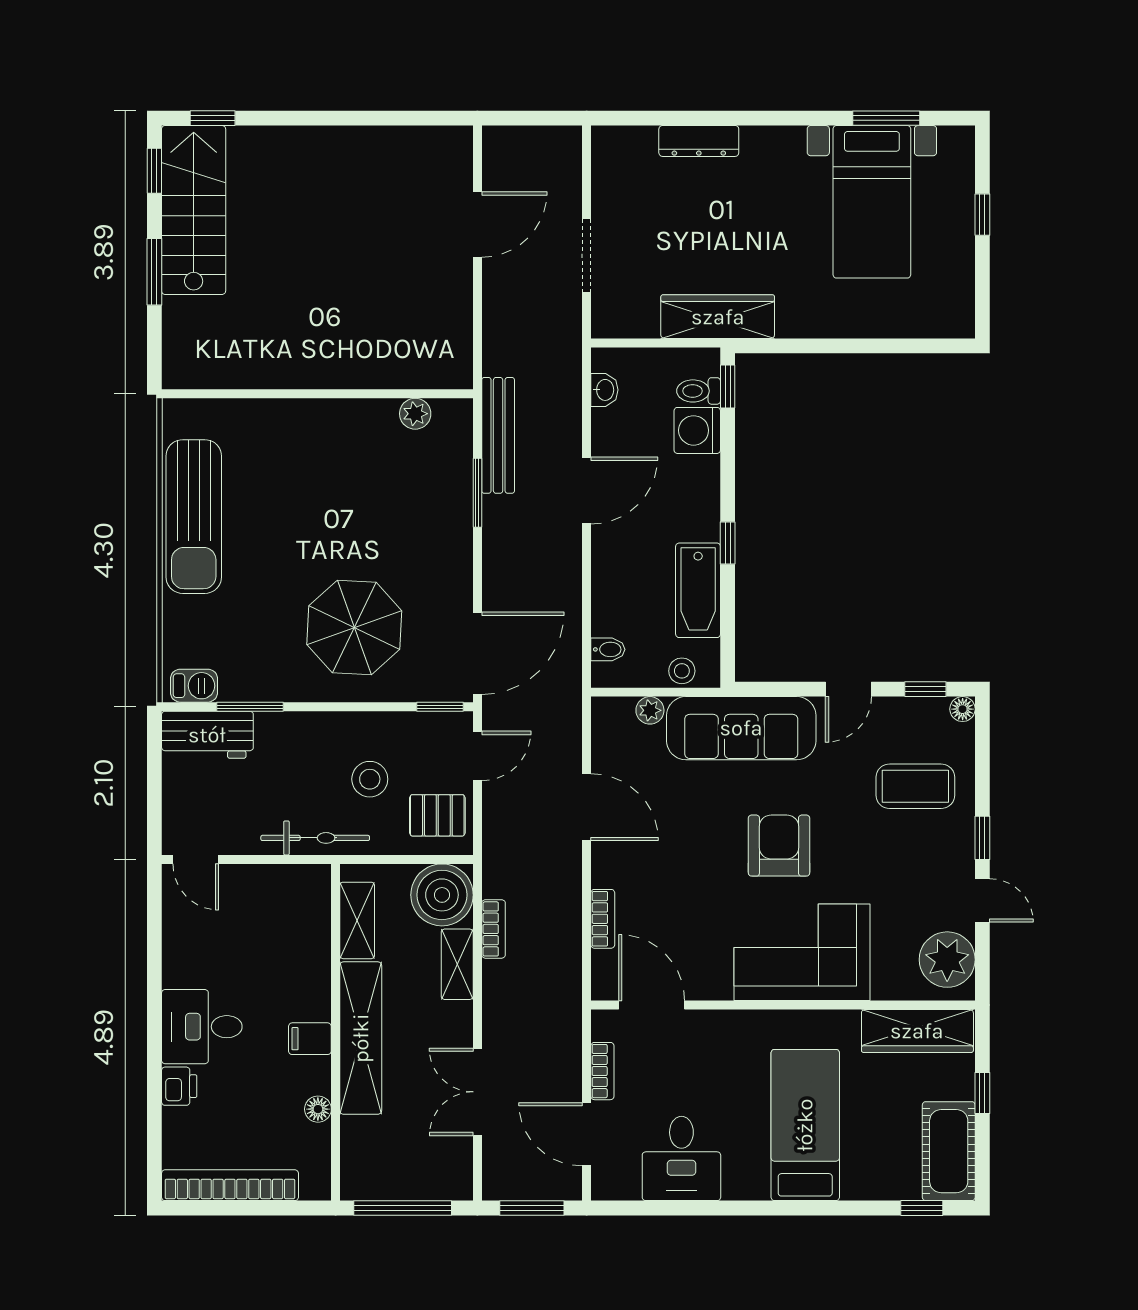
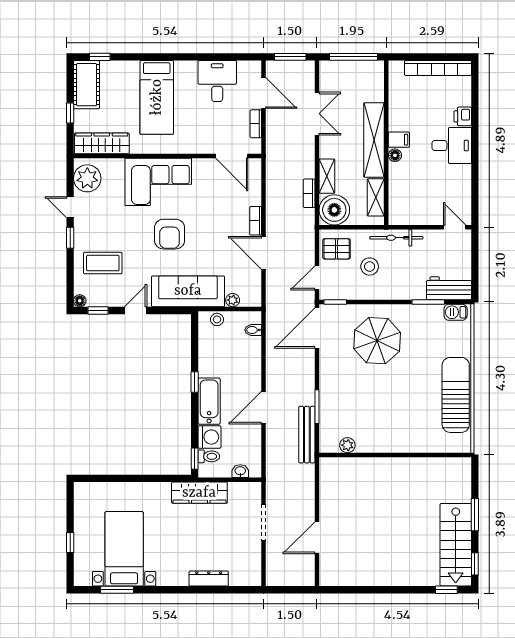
washbasin: (604, 390) -> (240, 471), moved, turned 90
bathtub: (698, 590) -> (209, 401), moved
bookcase: (603, 919) -> (256, 221), moved
floor lamp: (318, 1109) -> (395, 155), moved

